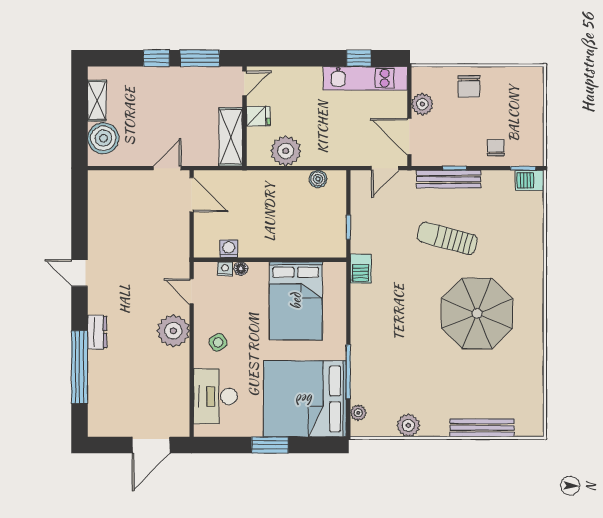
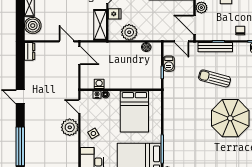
door: (167, 168) -> (67, 41), hinge flipped
door: (385, 168) -> (182, 41), hinge flipped
barbecue: (361, 269) -> (169, 64), moved
dresser: (97, 332) -> (30, 51), moved

